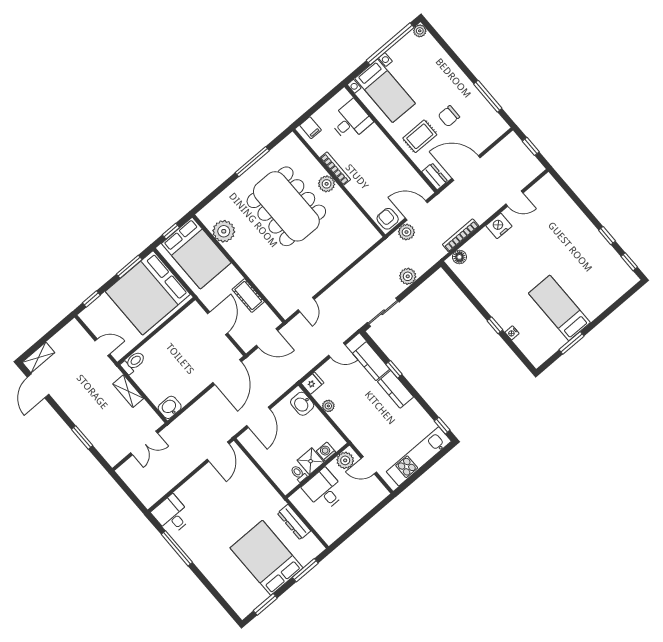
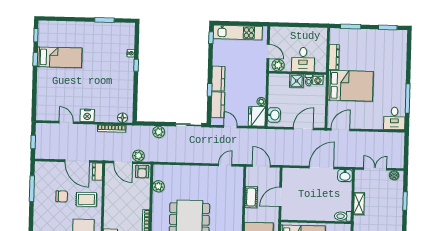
plant: (327, 184) -> (158, 186), moved
bed: (559, 308) -> (60, 57), moved, turned -90
door: (227, 372) -> (322, 167), moved
fridge: (313, 383) -> (257, 116), width x1.88, depth x1.34
washing machine: (326, 452) -> (318, 80), moved
boiler: (118, 454) -> (394, 175), added
bed: (267, 558) -> (350, 86), moved, turned -90

